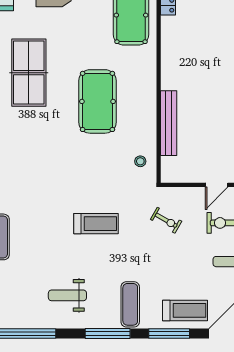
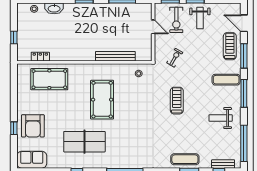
pool table: (97, 101) -> (102, 100), turned 90
weight bench: (67, 295) -> (221, 118), turned 90

